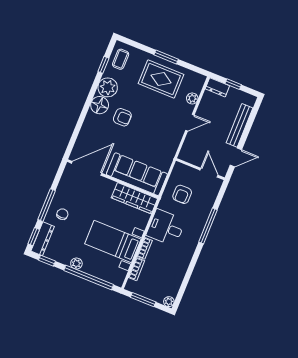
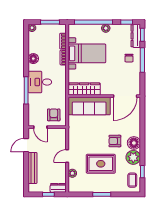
rug: (161, 79) -> (101, 164), moved
armchair: (182, 194) -> (54, 115), moved
desk: (166, 228) -> (40, 82), moved, turned 180
floor lamp: (183, 262) -> (33, 59), added

